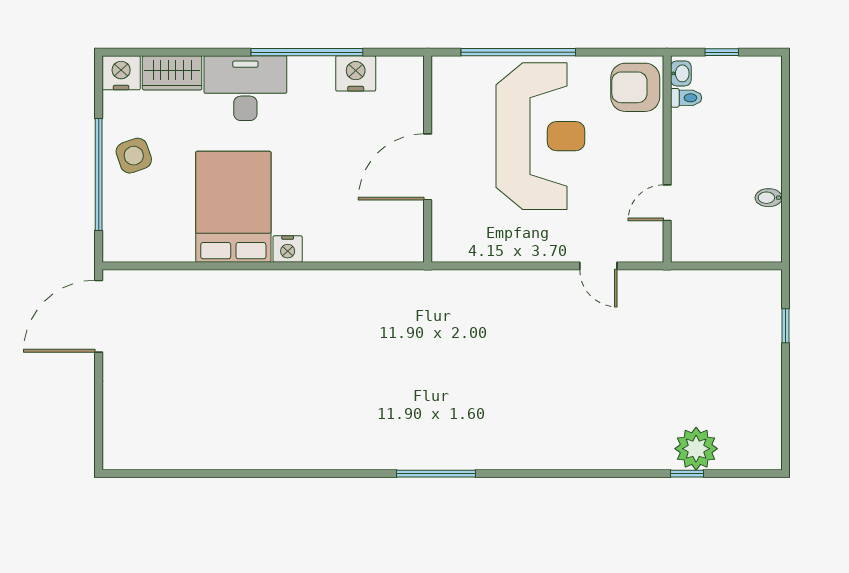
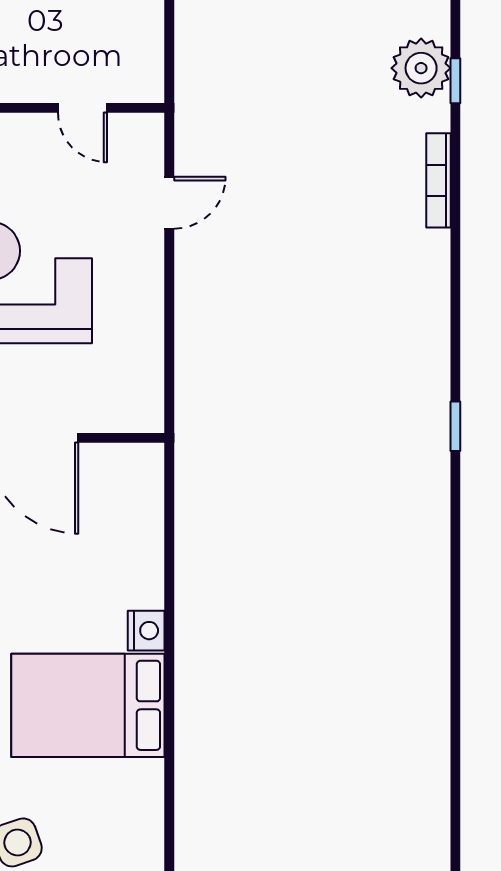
bookcase: (615, 461) -> (439, 180), added
window: (436, 474) -> (455, 426), width x0.46

